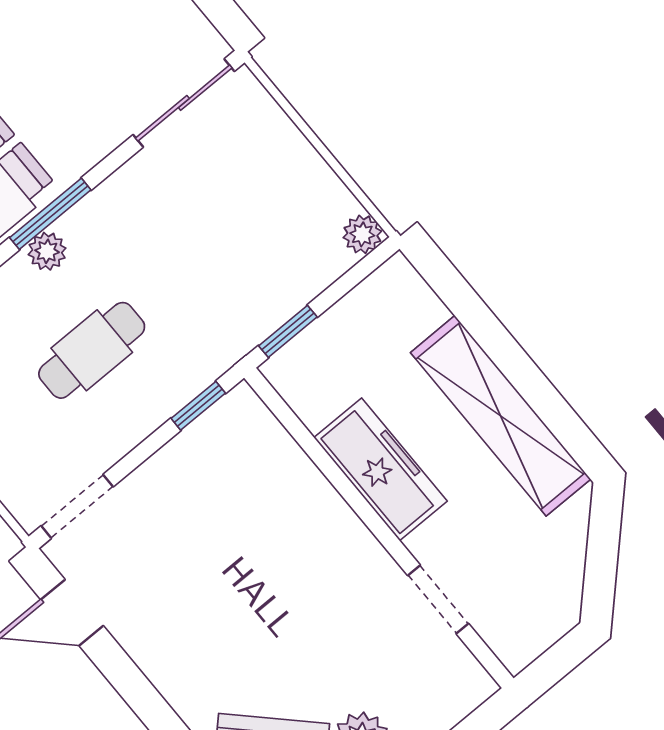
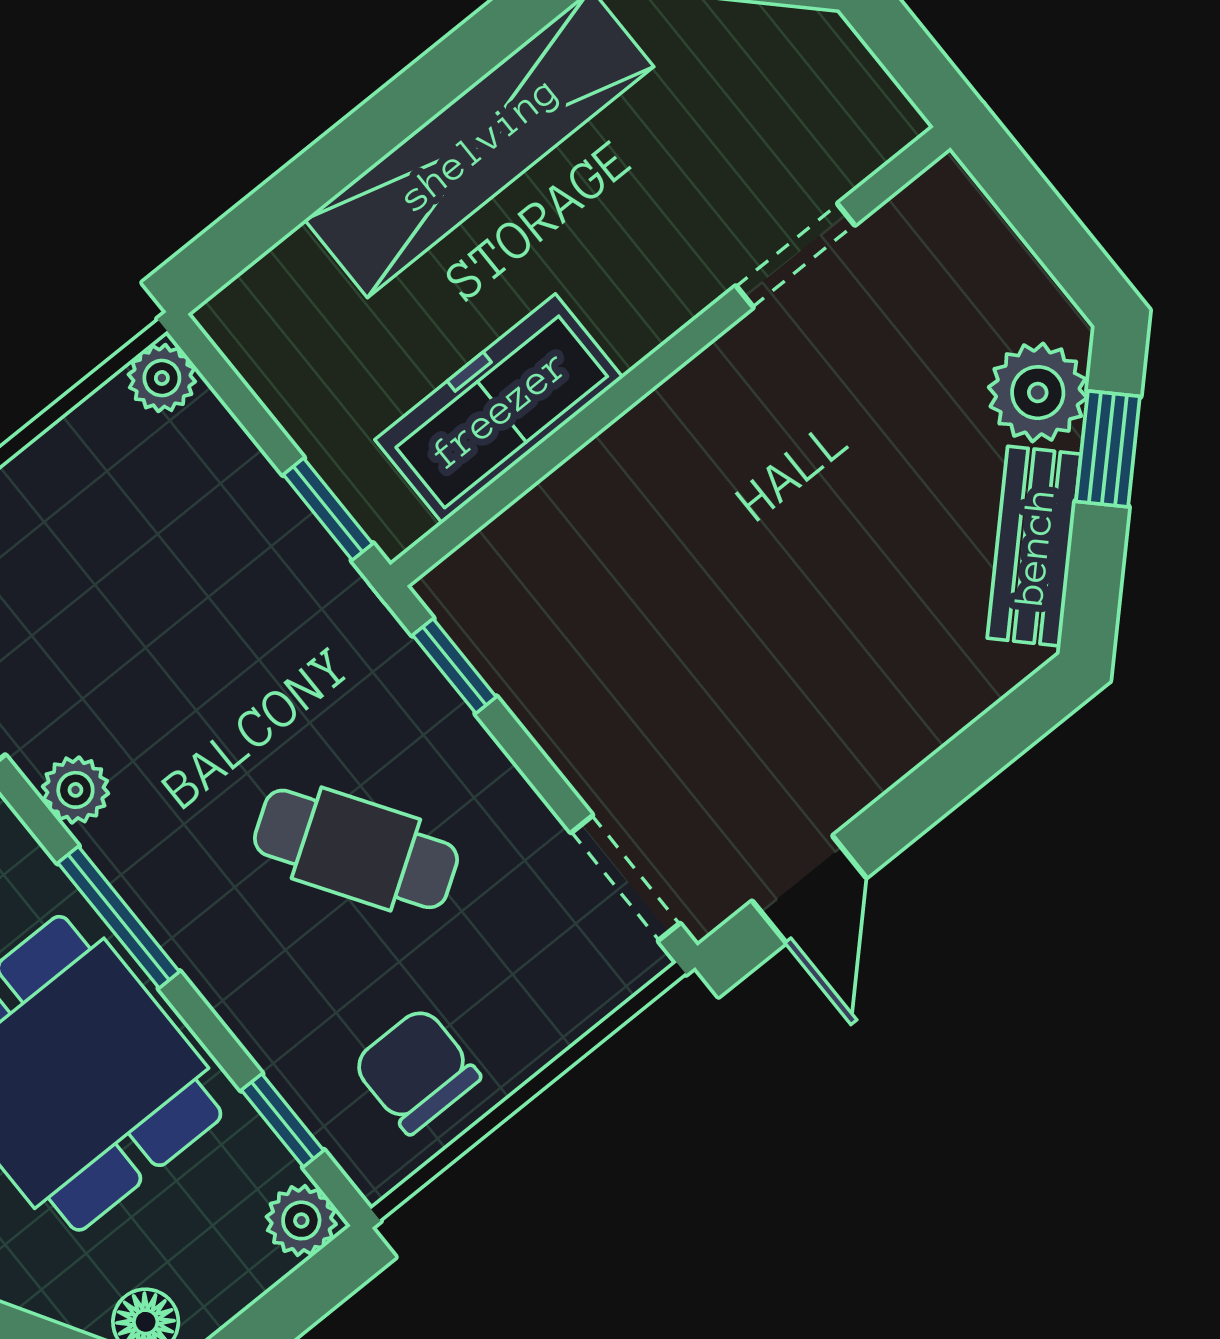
plant: (47, 251) -> (75, 790), moved
cafe table: (92, 350) -> (356, 849), turned -33
freezer: (381, 469) -> (499, 409), moved

